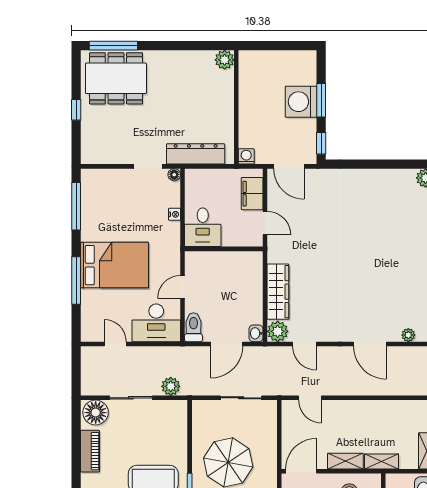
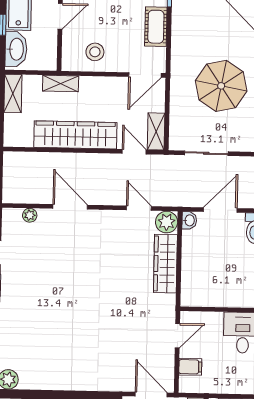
filing cabinet: (252, 194) -> (190, 367), width x0.50
door: (265, 223) -> (177, 336), swing flipped
wardrobe: (366, 413) -> (75, 135), added
shelving: (345, 461) -> (156, 131), moved, turned 90

